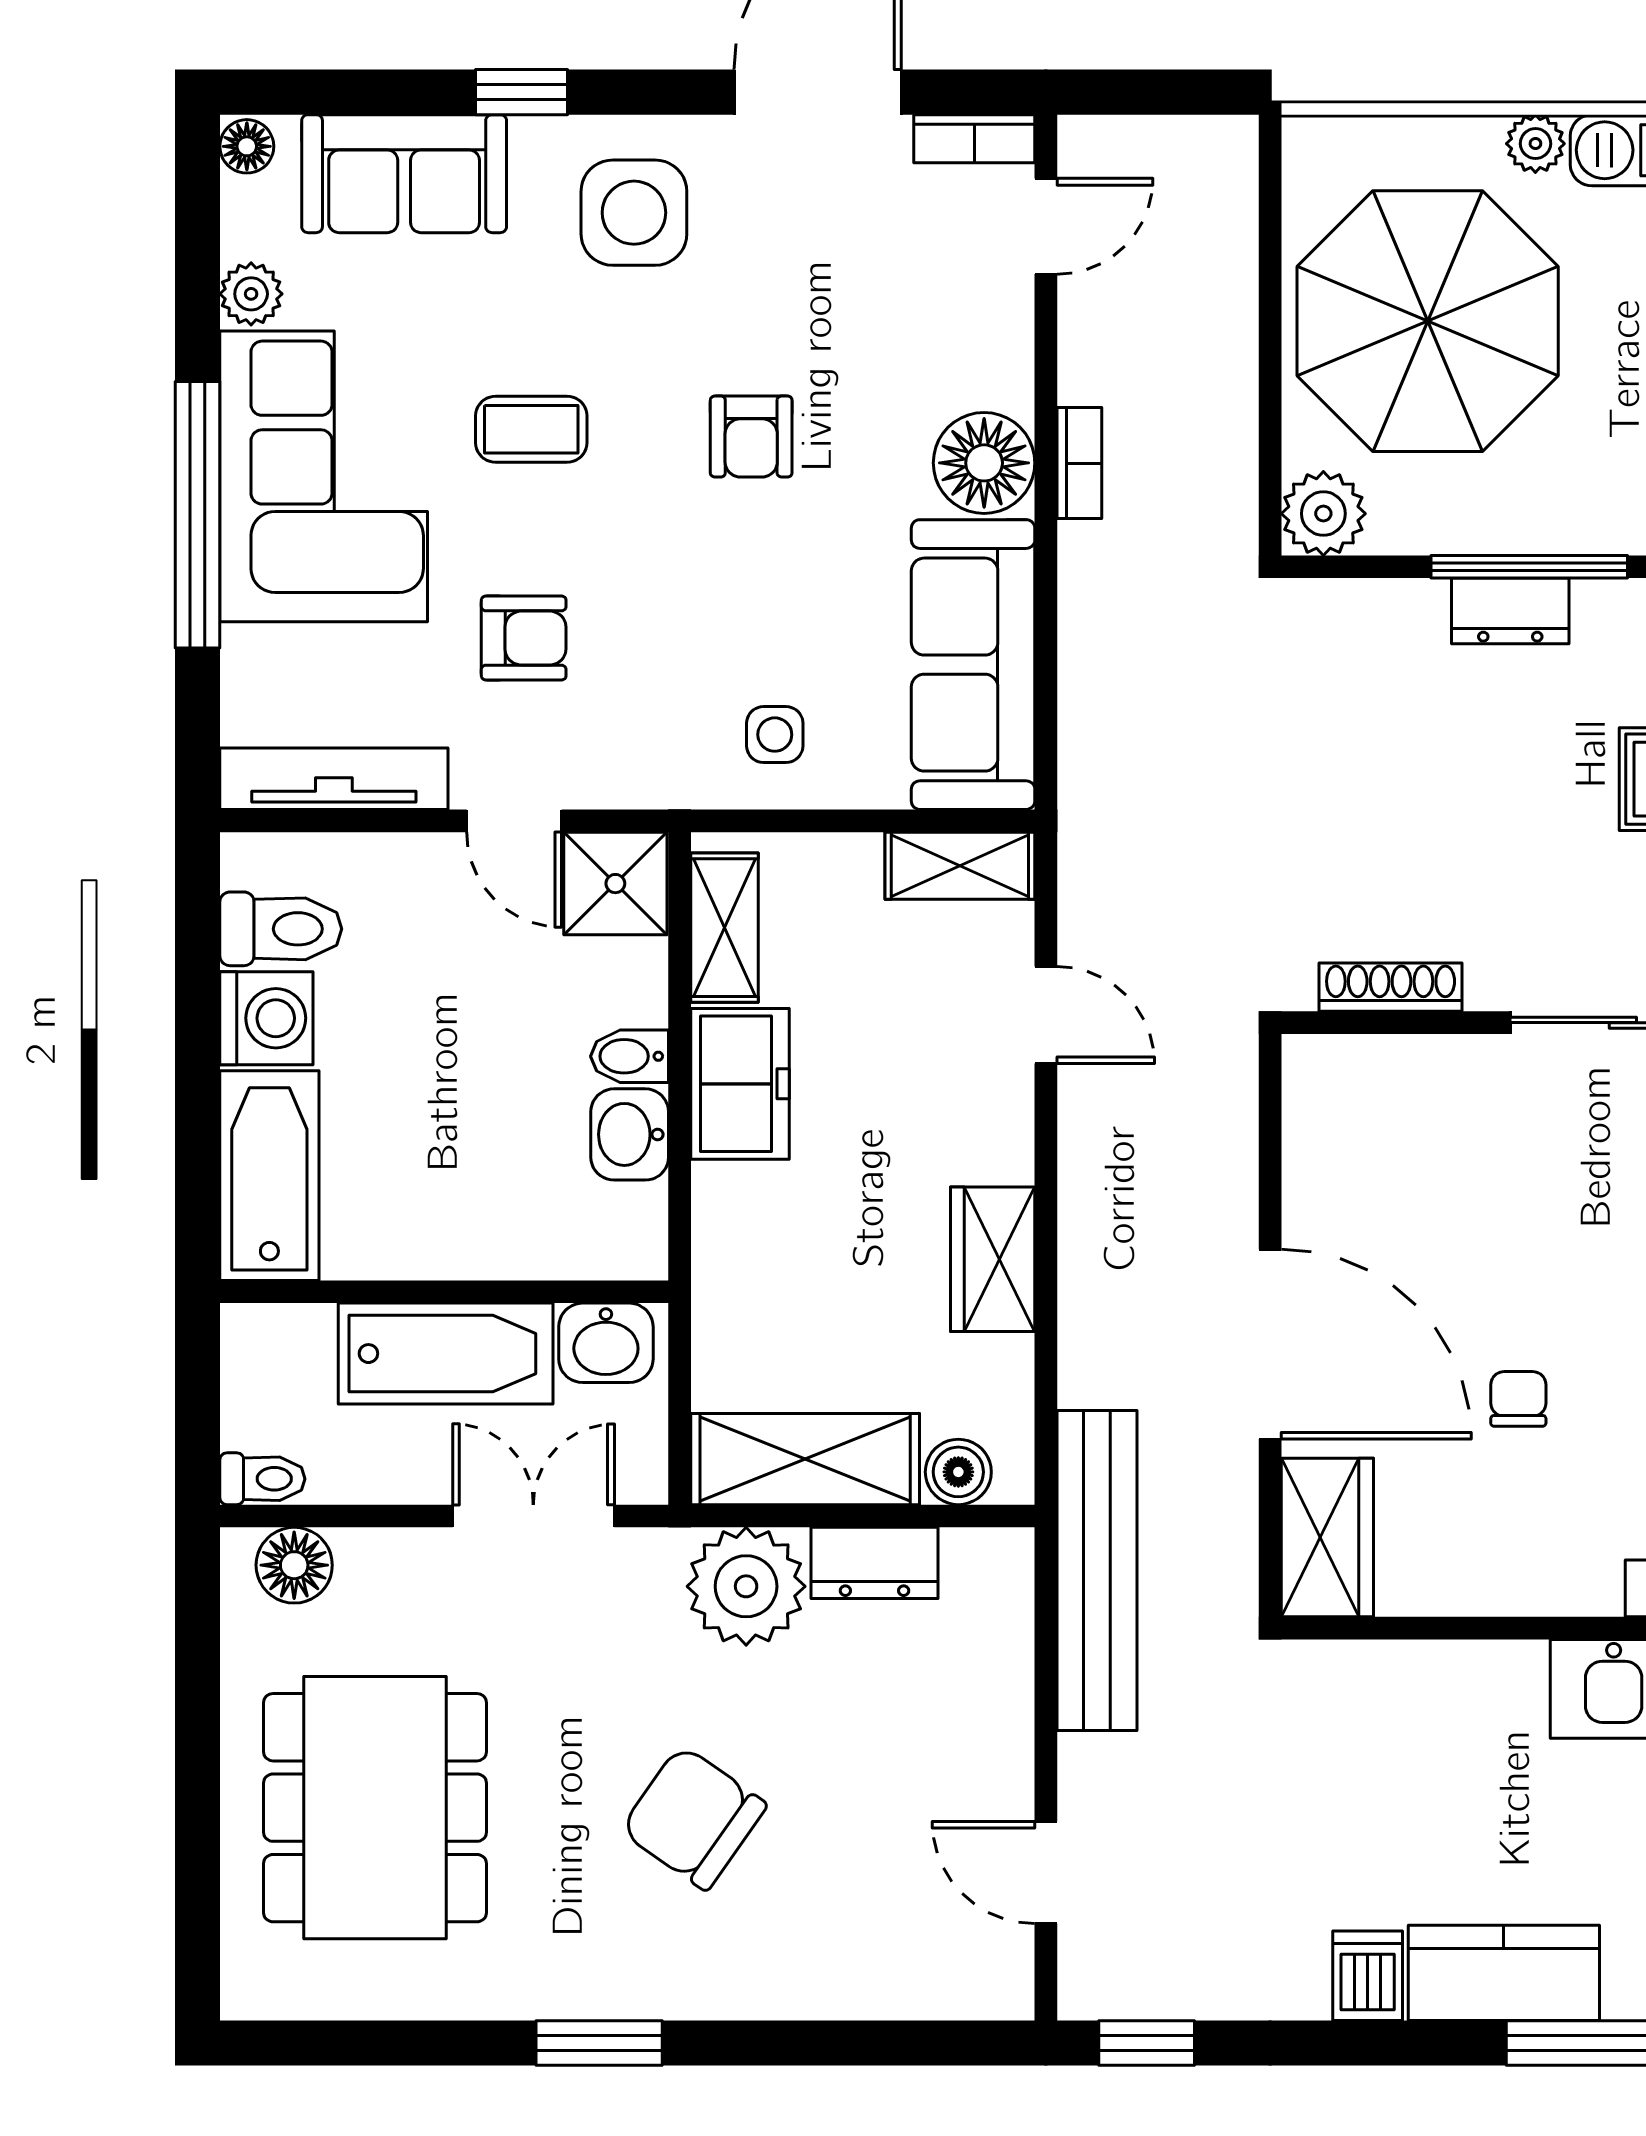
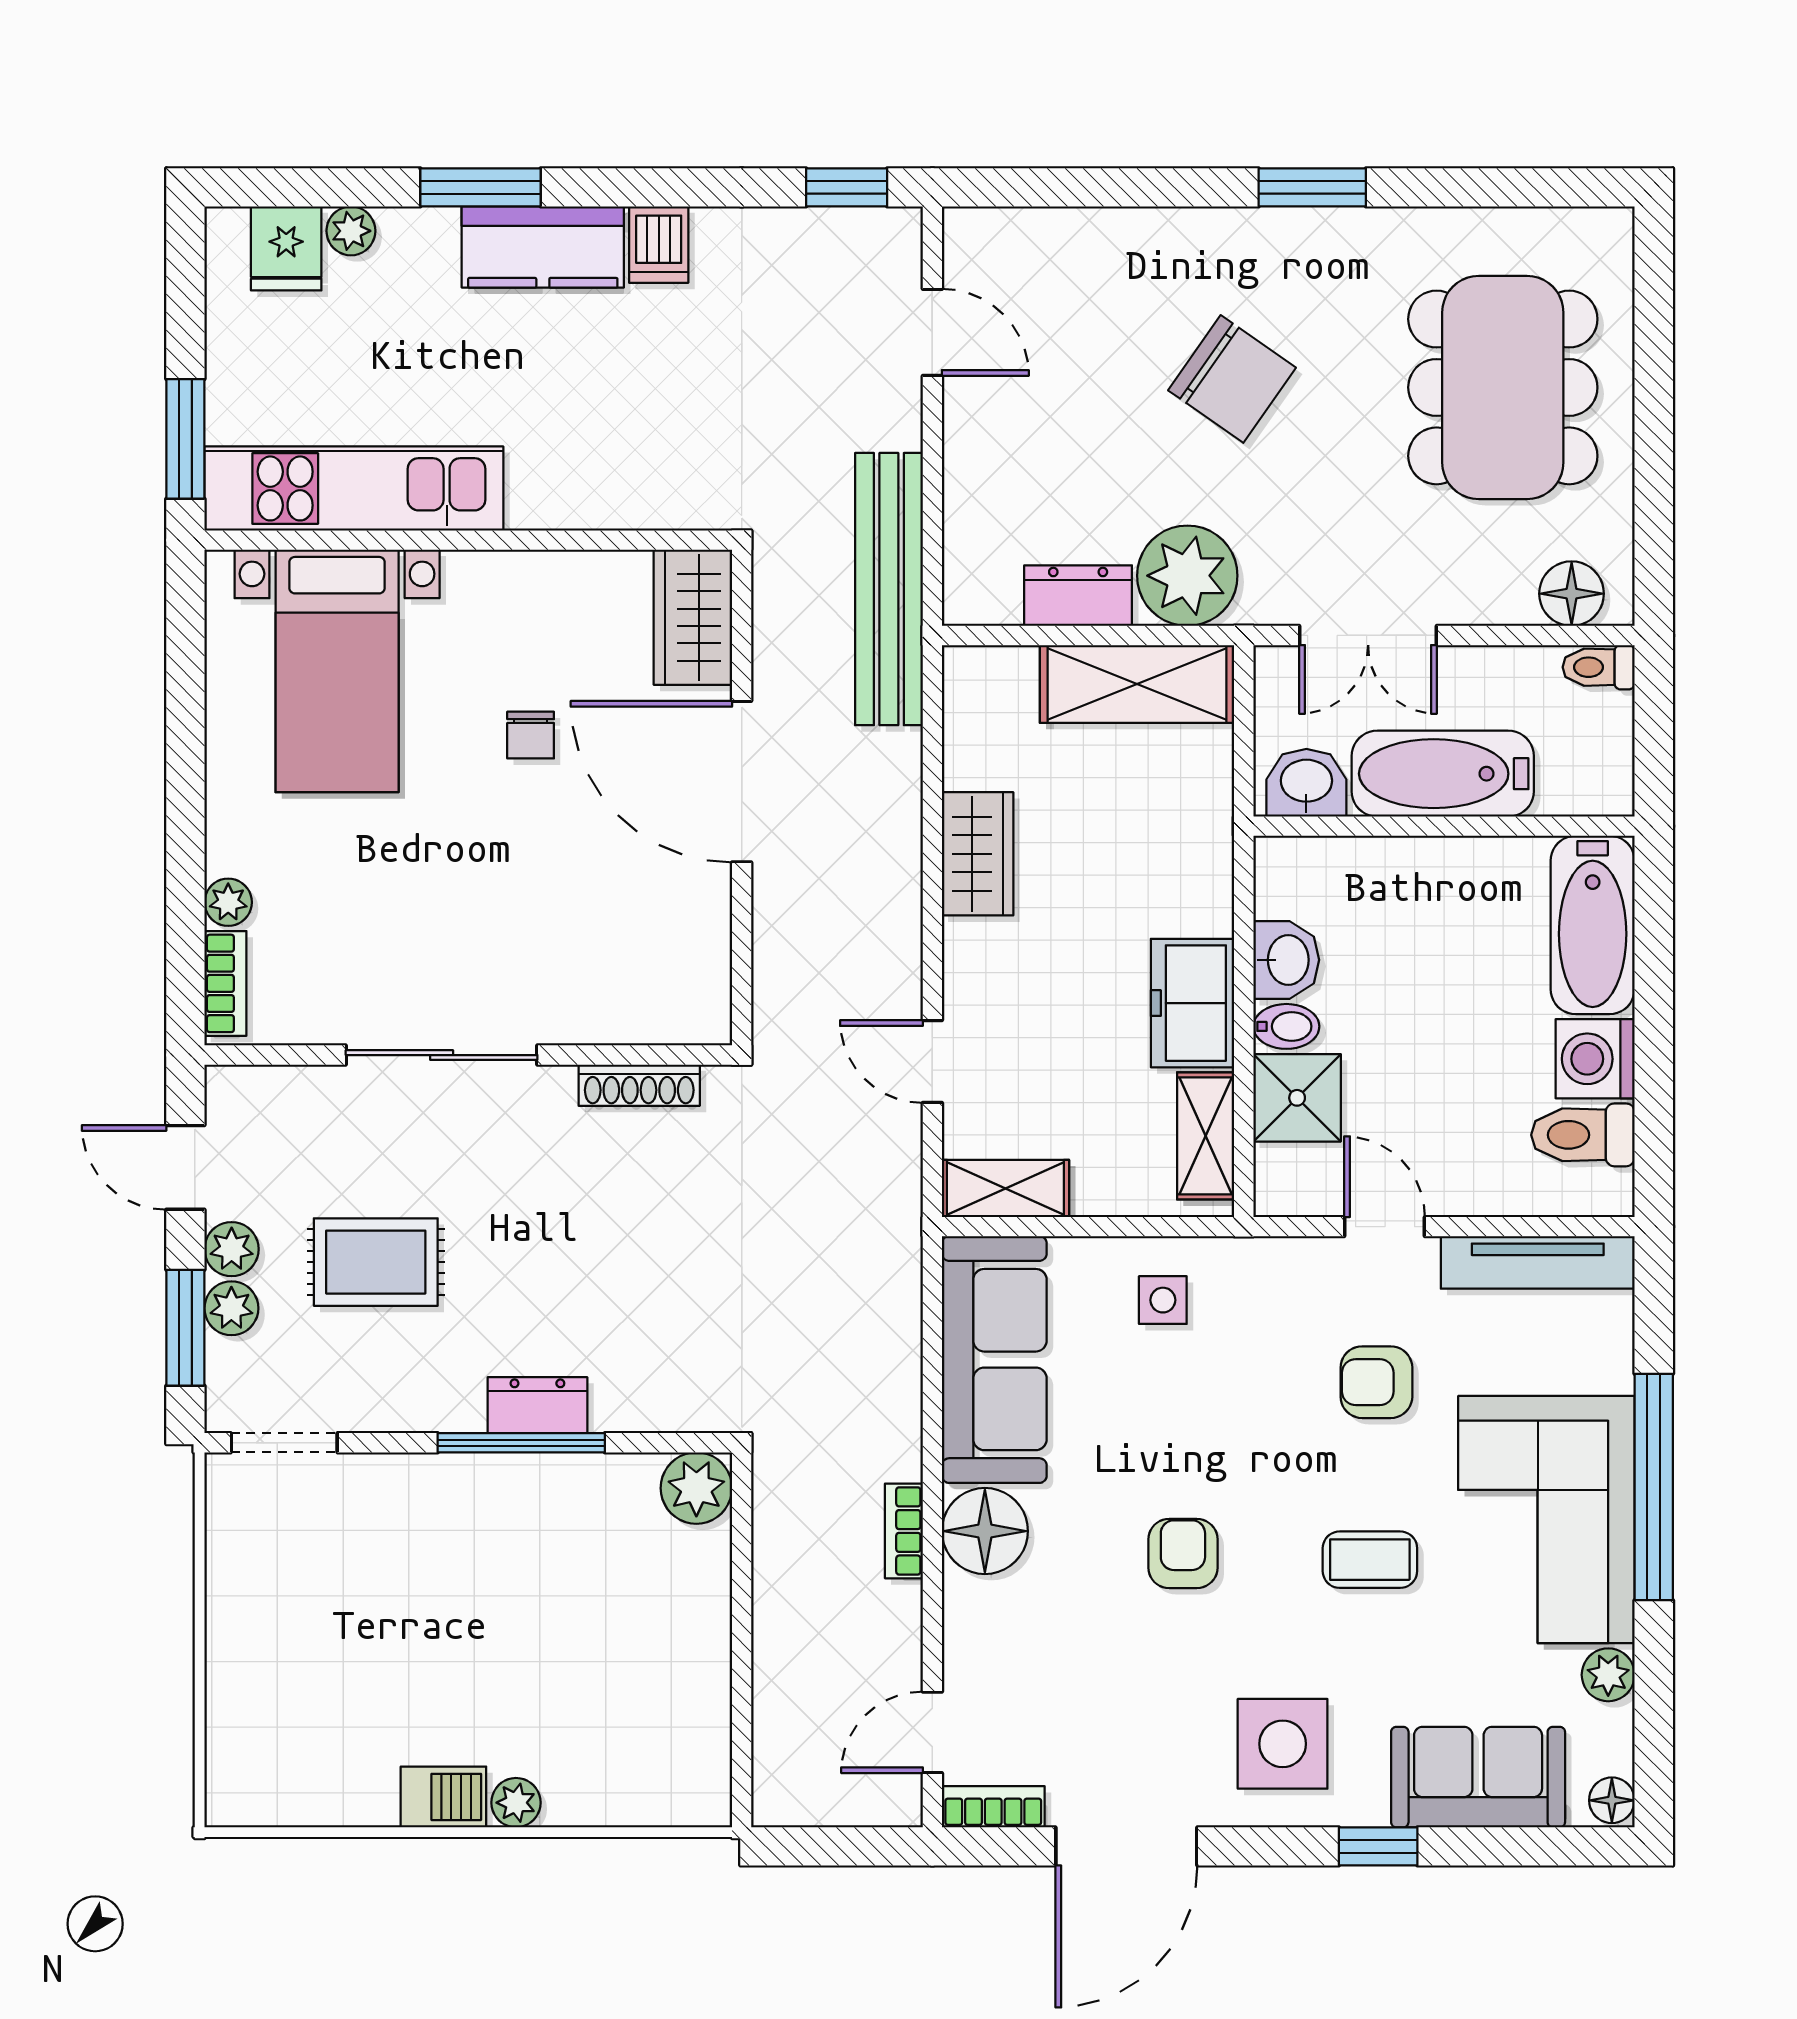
parasol: (1428, 321) -> (608, 1652), removed
shower: (615, 884) -> (1297, 1098), moved
boiler: (958, 1472) -> (1007, 673), removed

